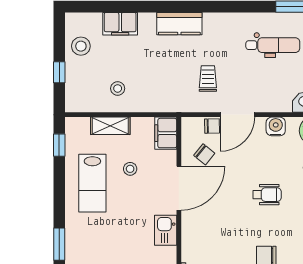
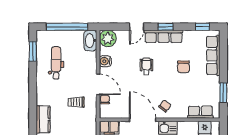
chair: (204, 154) -> (165, 106), moved

